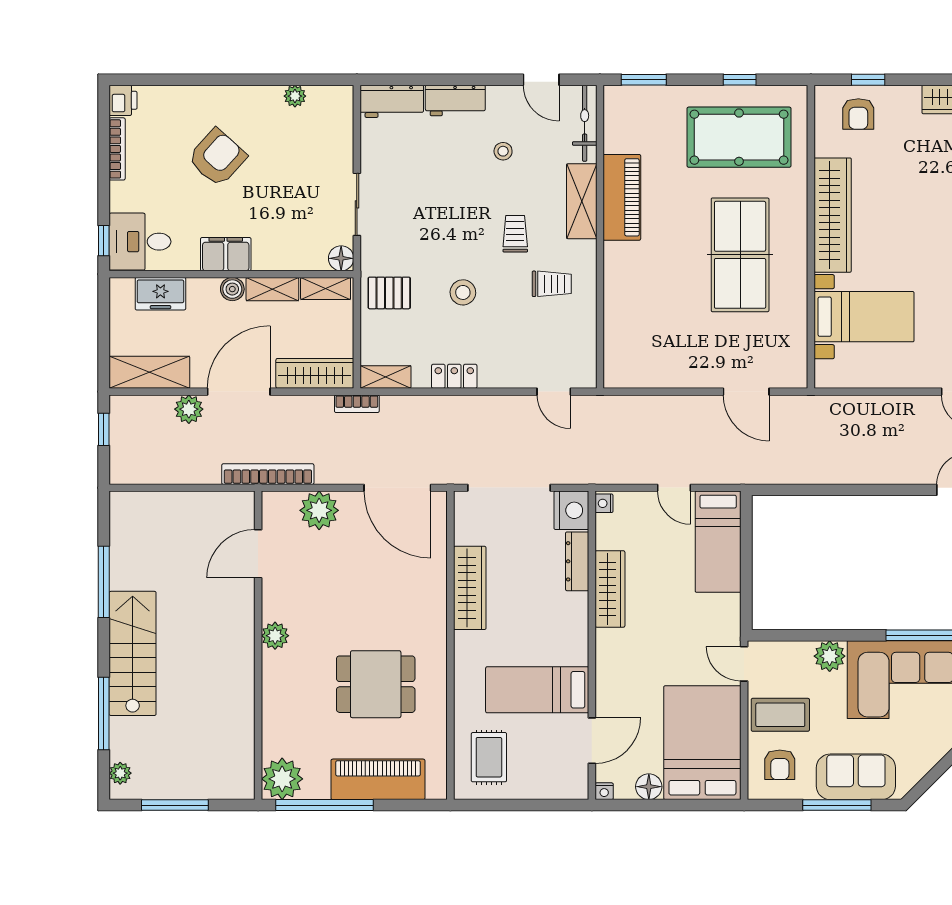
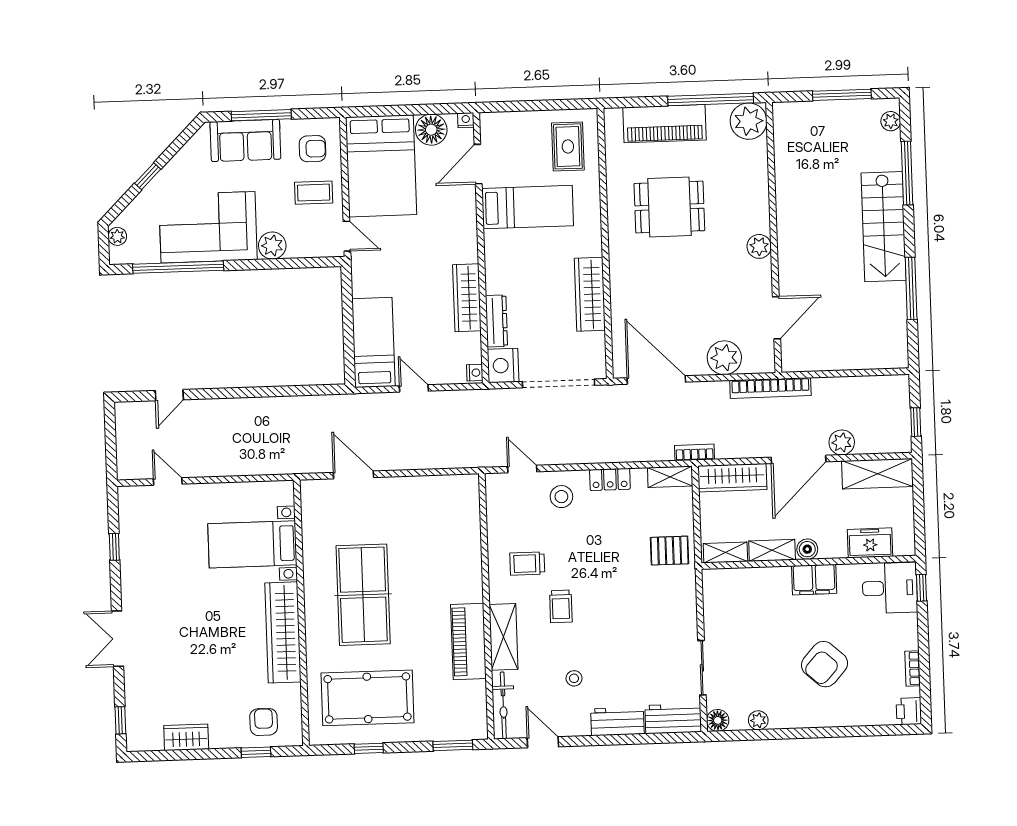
bookcase: (117, 149) -> (913, 668), width x0.64
sliding door: (357, 204) -> (702, 668), moved
floor lamp: (341, 258) -> (718, 720), moved
stool: (463, 292) -> (561, 497), moved
coffee table: (780, 715) -> (314, 193), width x0.73, depth x0.77
armchair: (780, 765) -> (312, 149), turned 90
floor lamp: (649, 787) -> (431, 130), width x1.38, depth x1.38

